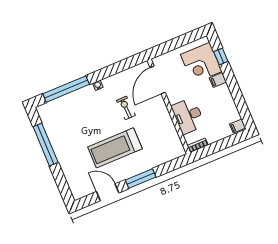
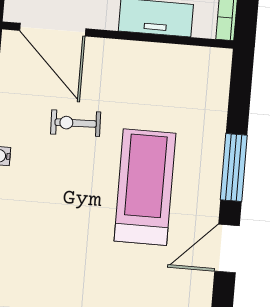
treadmill: (115, 148) -> (145, 187), turned 180

